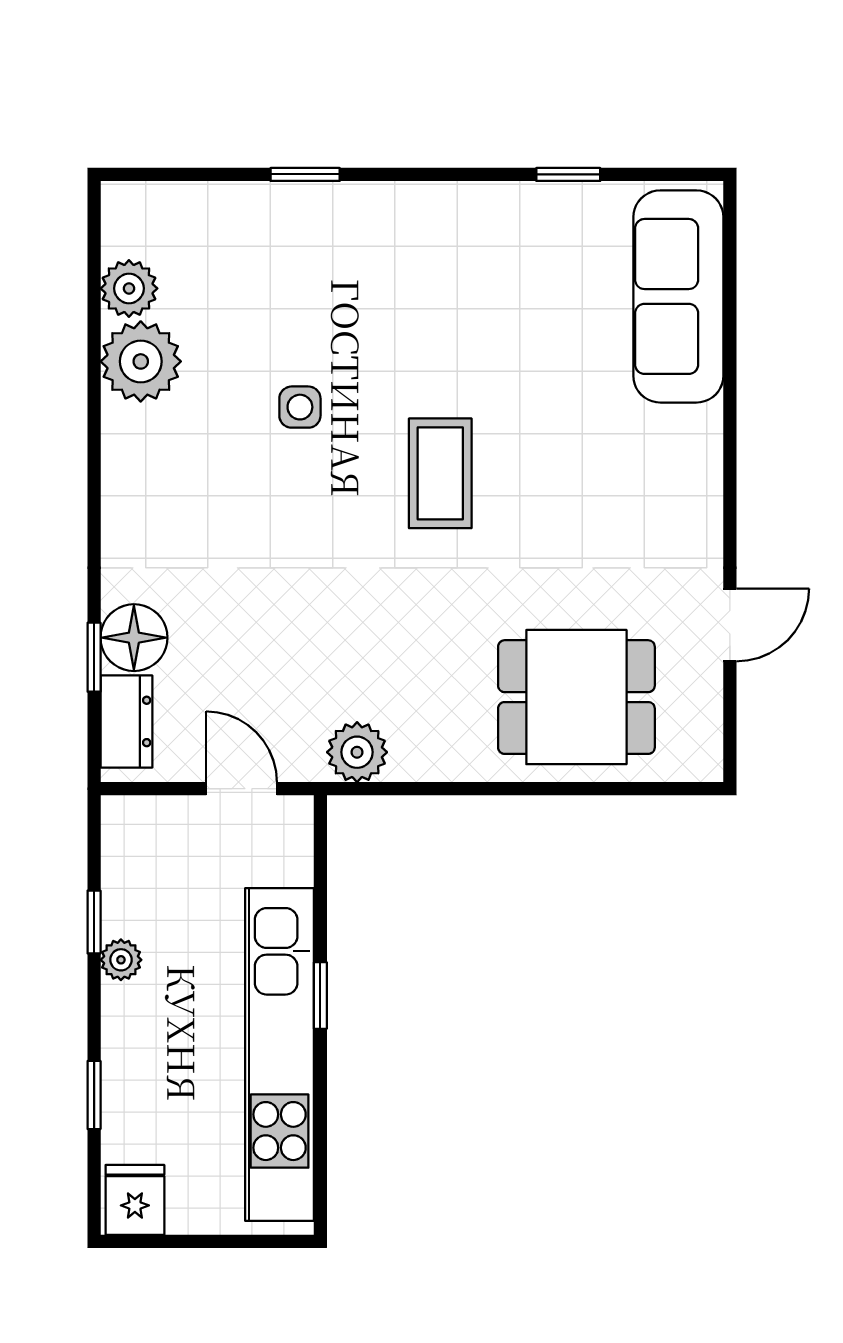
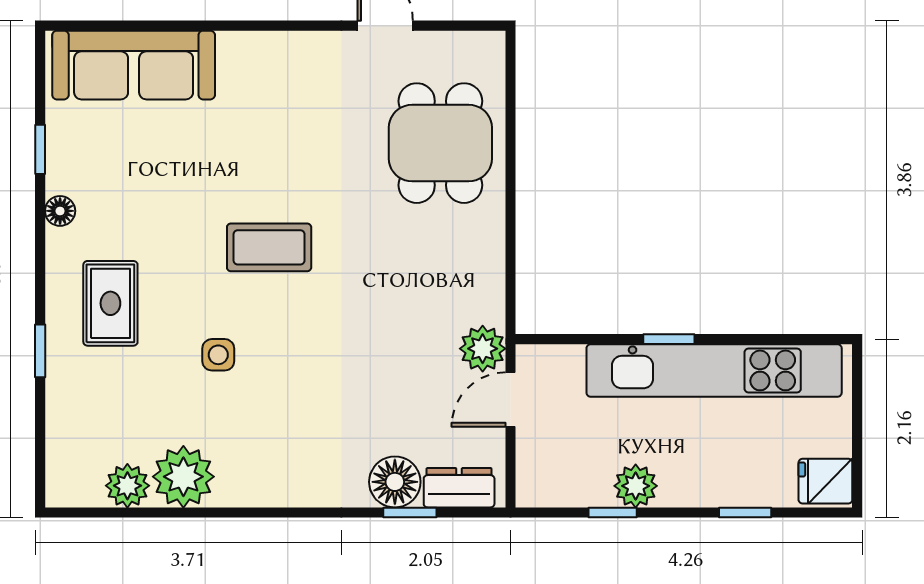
floor lamp: (488, 200) -> (60, 211), added
rug: (367, 266) -> (110, 303), added
plant: (357, 752) -> (483, 349), moved
plant: (121, 960) -> (636, 486), width x1.38, depth x1.38

